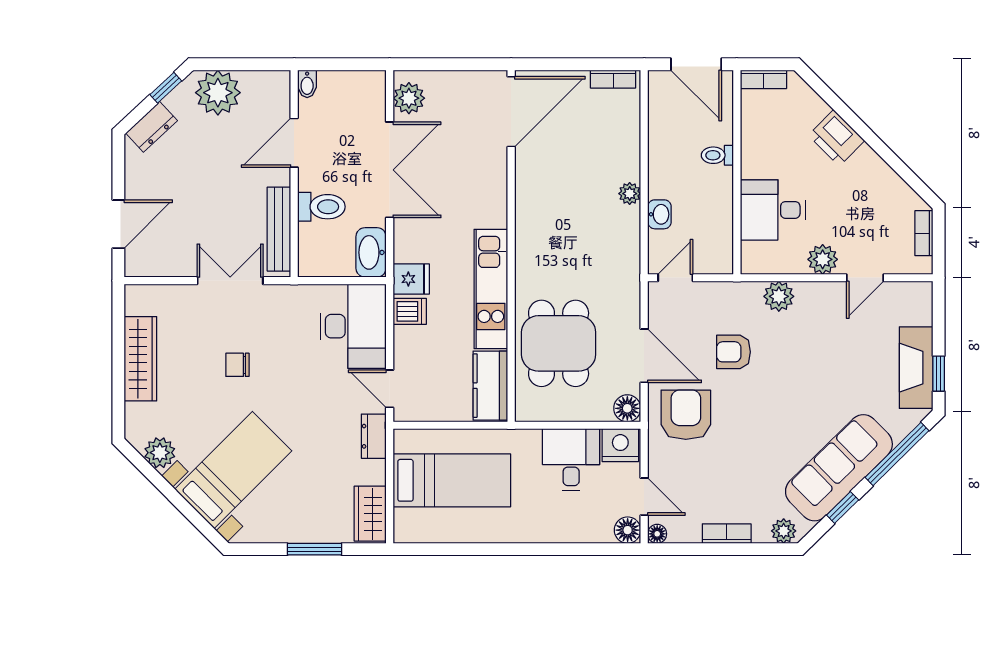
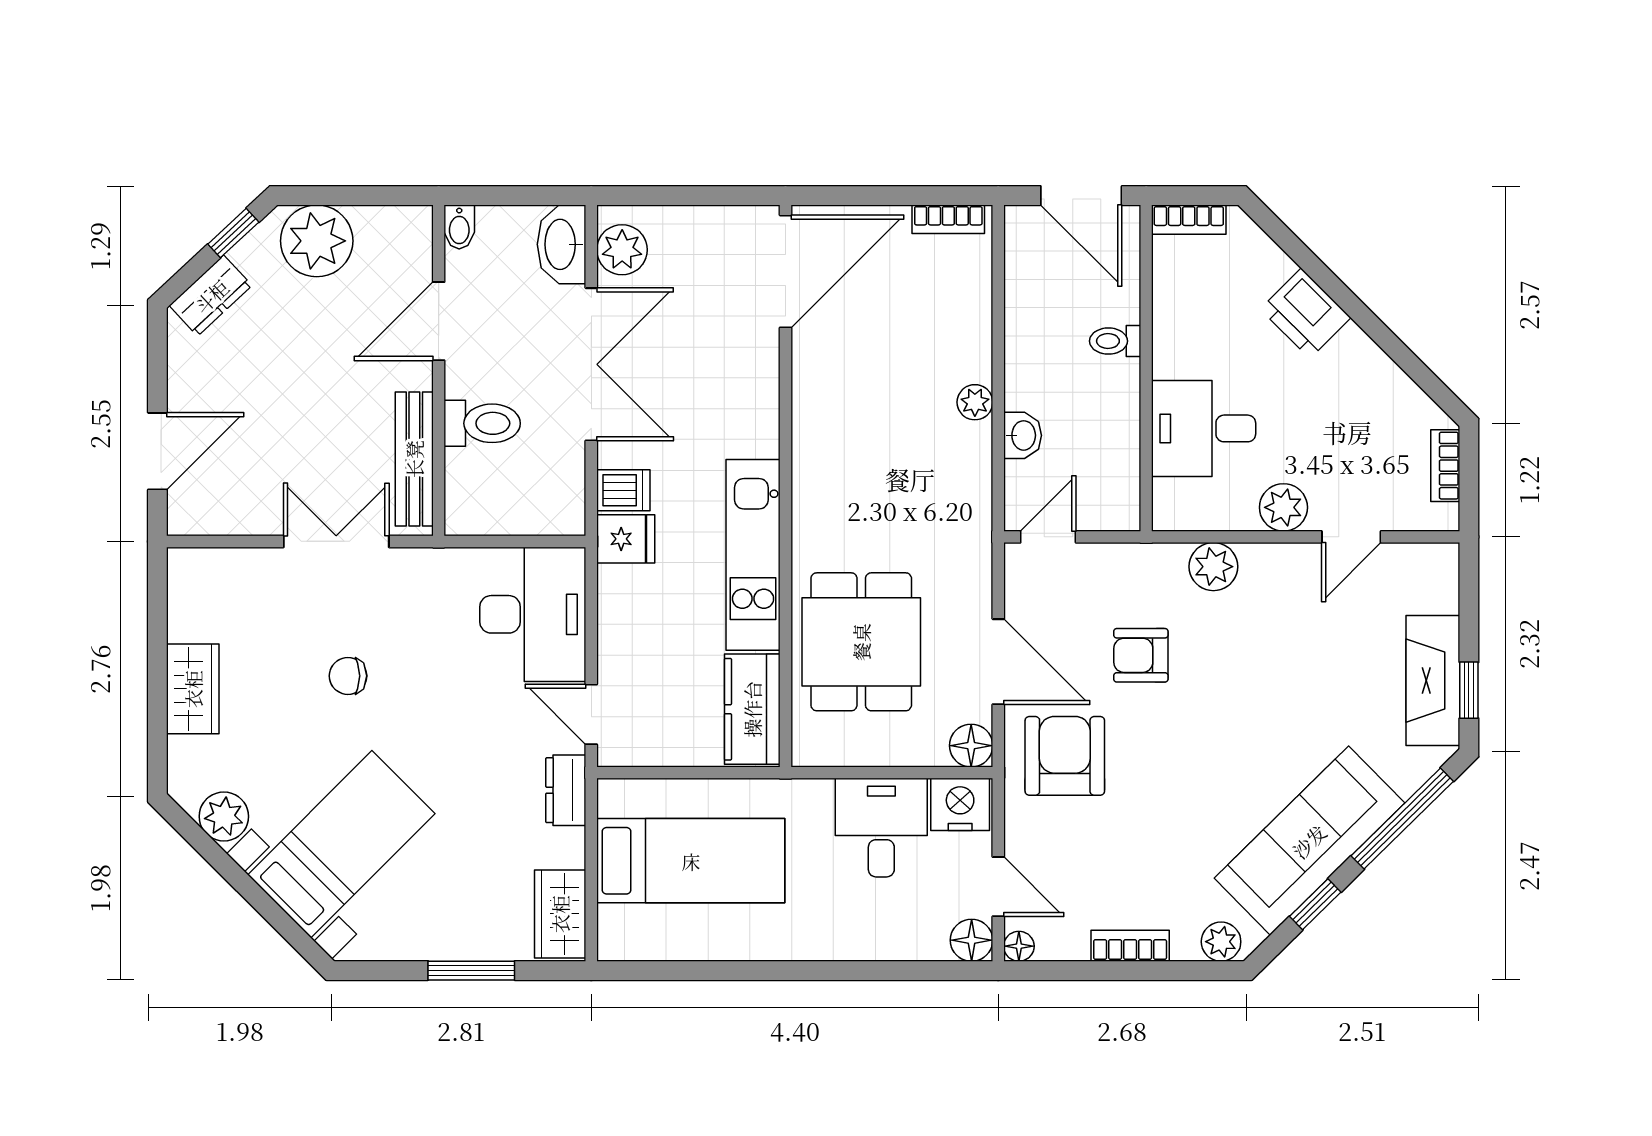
washbasin: (371, 252) -> (562, 244), moved
dishwasher: (410, 311) -> (623, 490), moved
wardrobe: (140, 359) -> (193, 689), width x0.67

